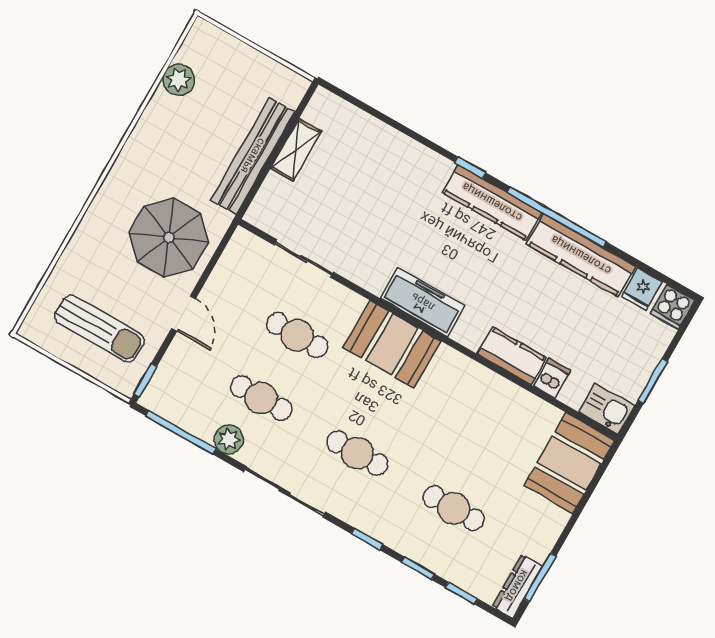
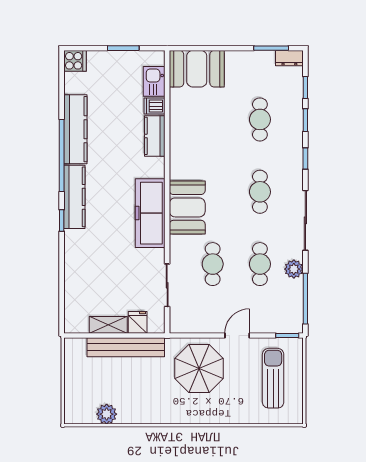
fridge: (642, 289) -> (138, 322), moved, turned -90
freezer: (423, 302) -> (150, 213), width x1.36, depth x1.26
kitchen sink: (606, 409) -> (154, 81), moved
dresser: (517, 586) -> (289, 58), width x0.70

